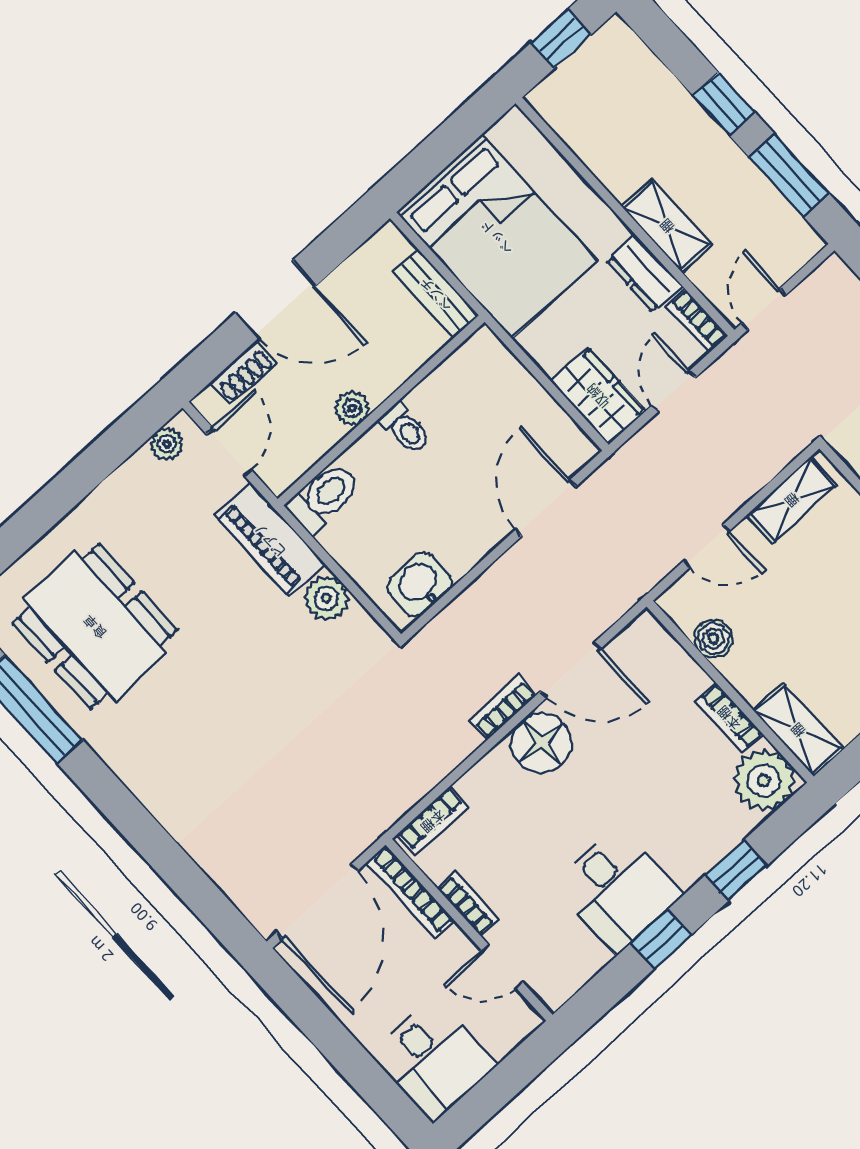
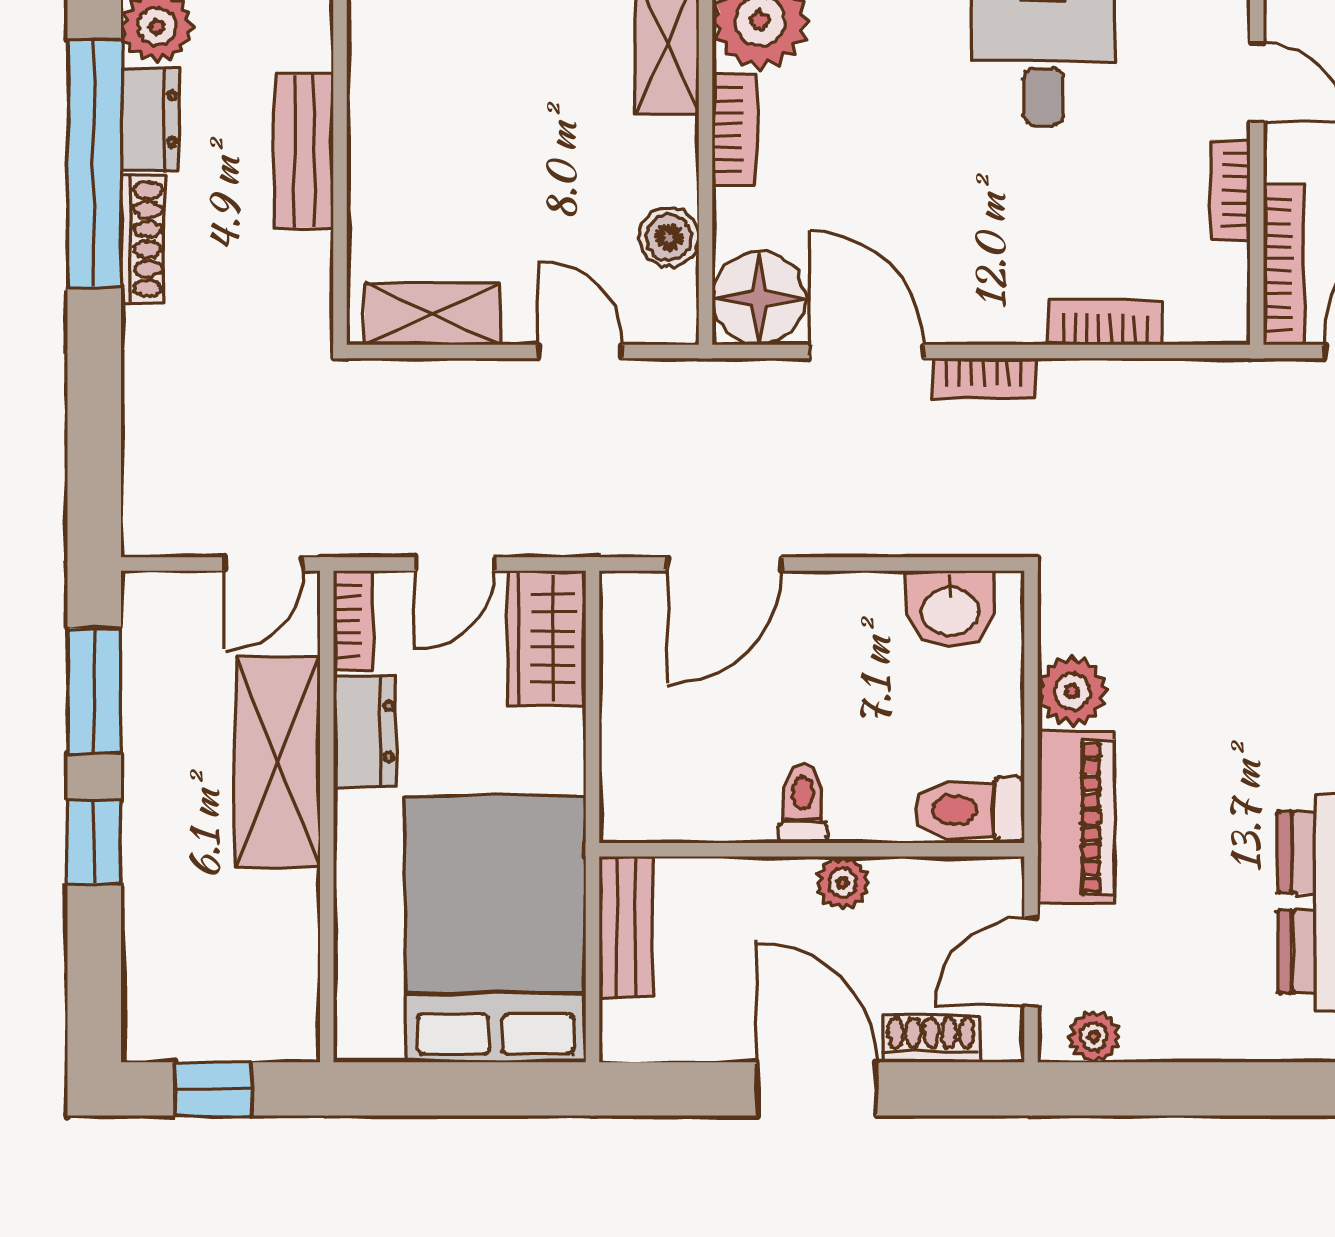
shelving: (667, 226) -> (278, 762), width x1.50, depth x1.33
floor lamp: (541, 743) -> (759, 298), moved
bookcase: (433, 821) -> (1105, 323), moved

